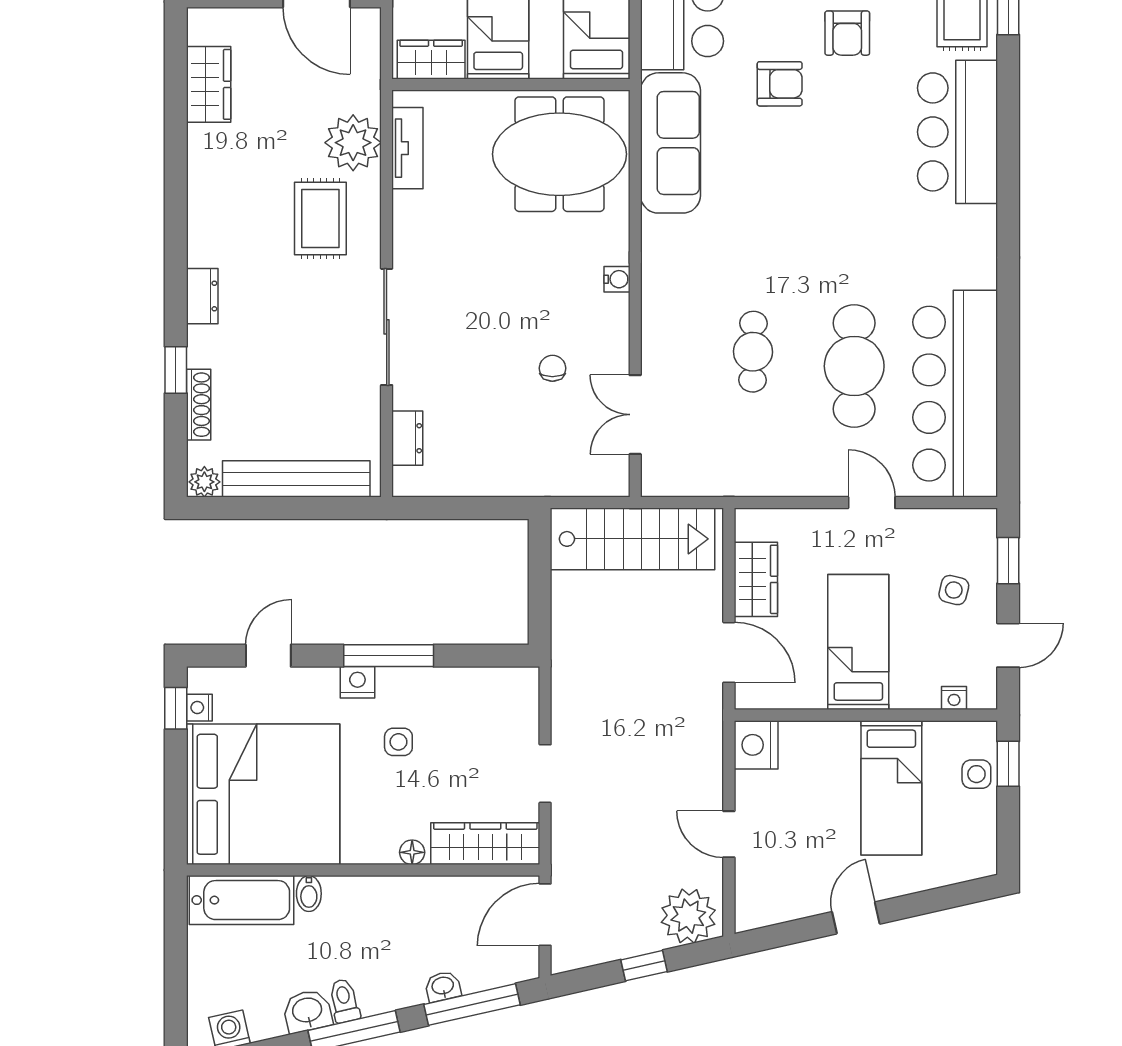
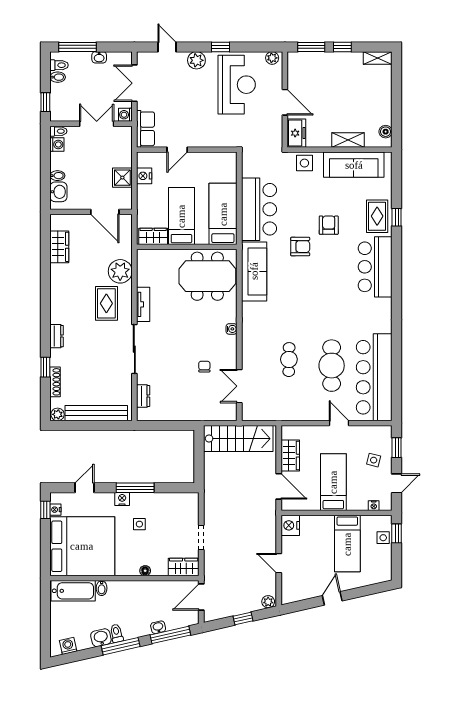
armchair: (847, 33) -> (329, 225), turned 180
tv unit: (407, 148) -> (143, 304), moved
wardrobe: (485, 844) -> (184, 567), width x0.67
plant: (688, 916) -> (268, 602), width x0.53, depth x0.53

